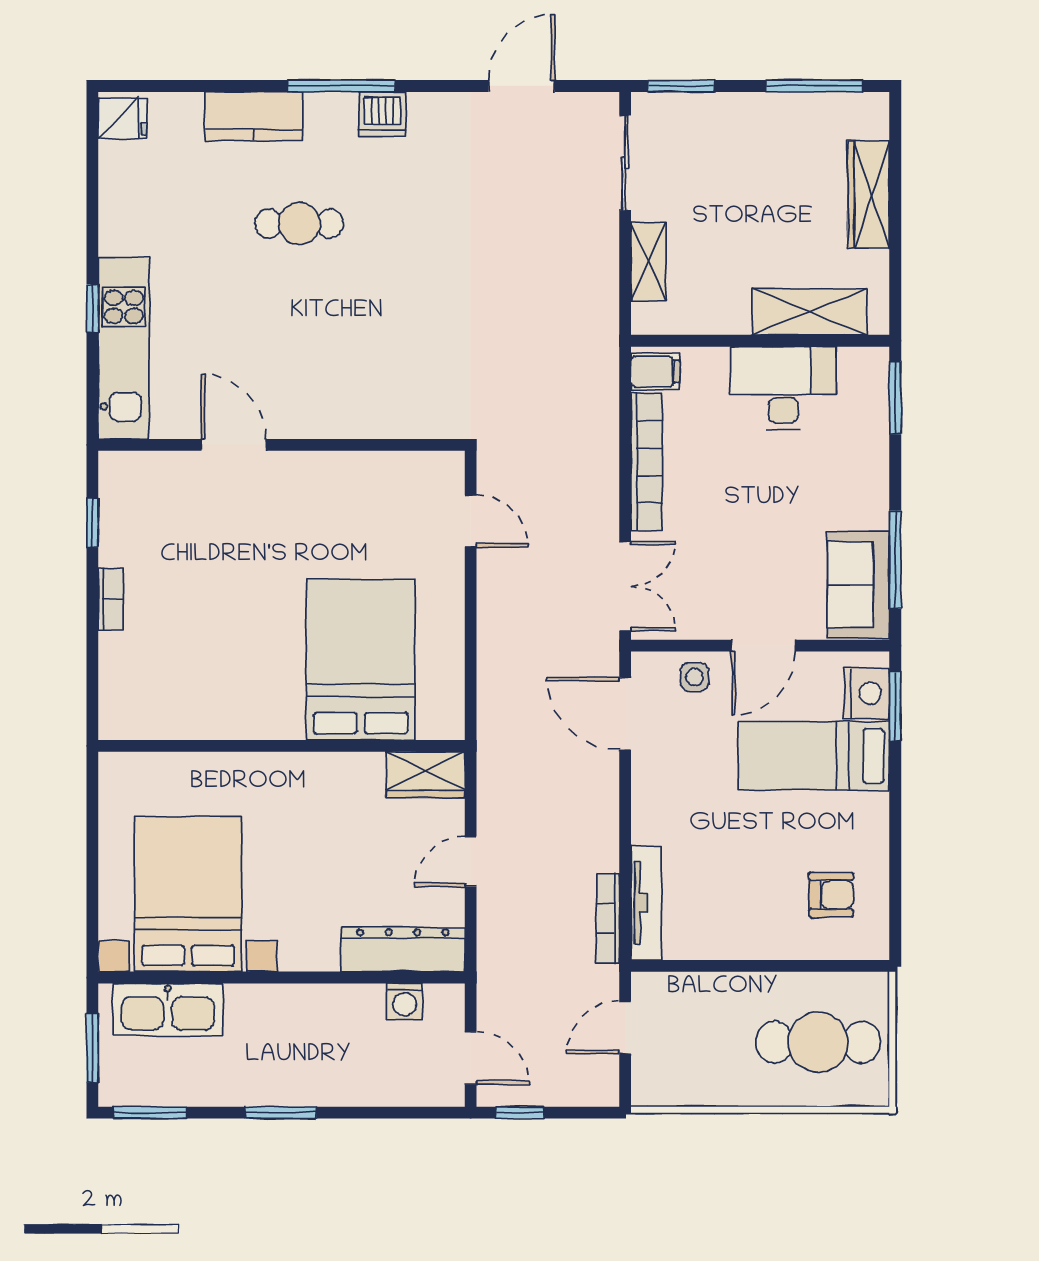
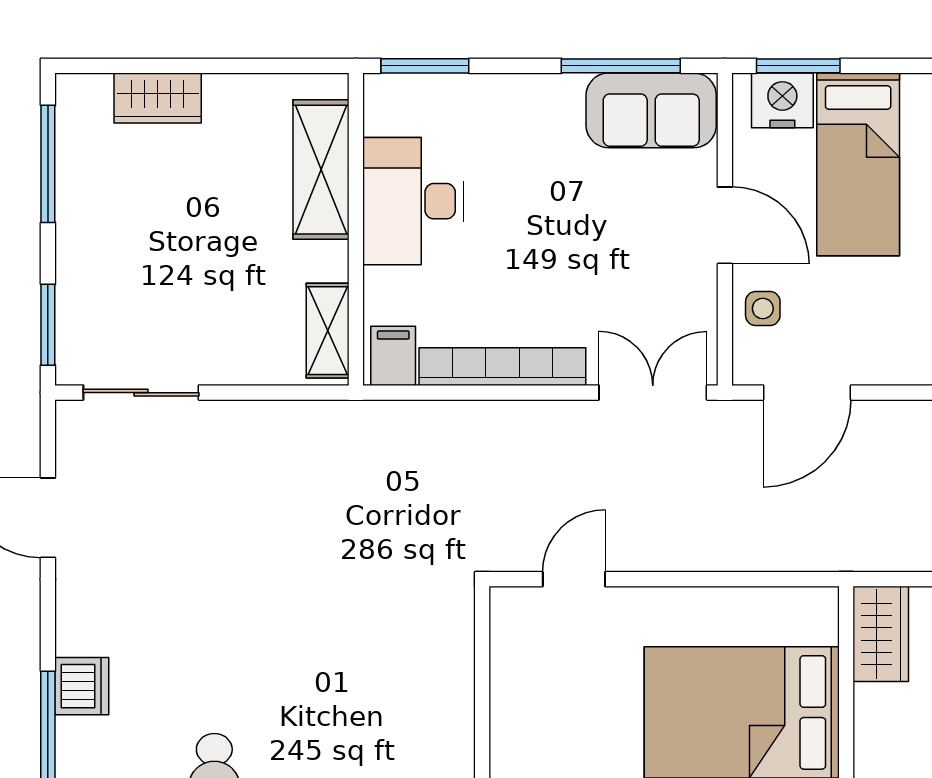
wardrobe: (869, 195) -> (158, 98), width x0.67
shelving: (649, 262) -> (328, 331), moved, turned 90

